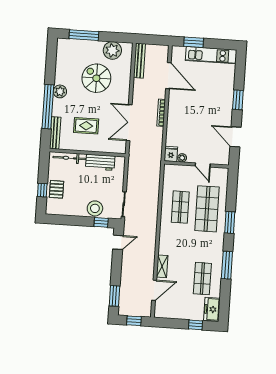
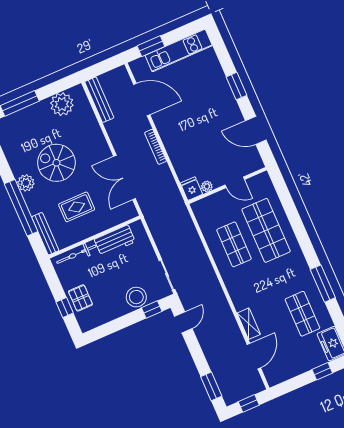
spiral stairs: (96, 78) -> (56, 163), moved
window: (230, 222) -> (300, 233), removed

